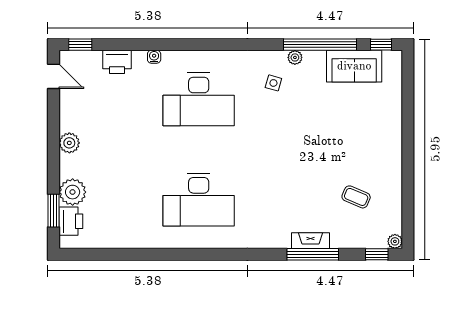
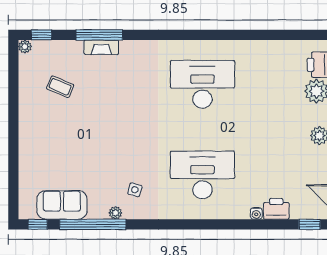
water cooler: (154, 57) -> (256, 213), moved

